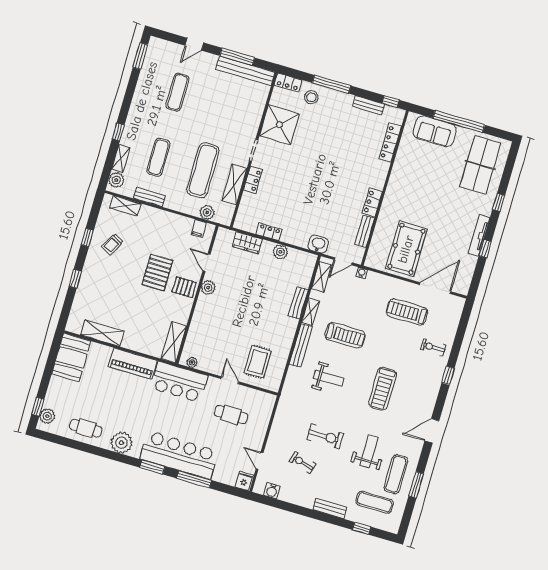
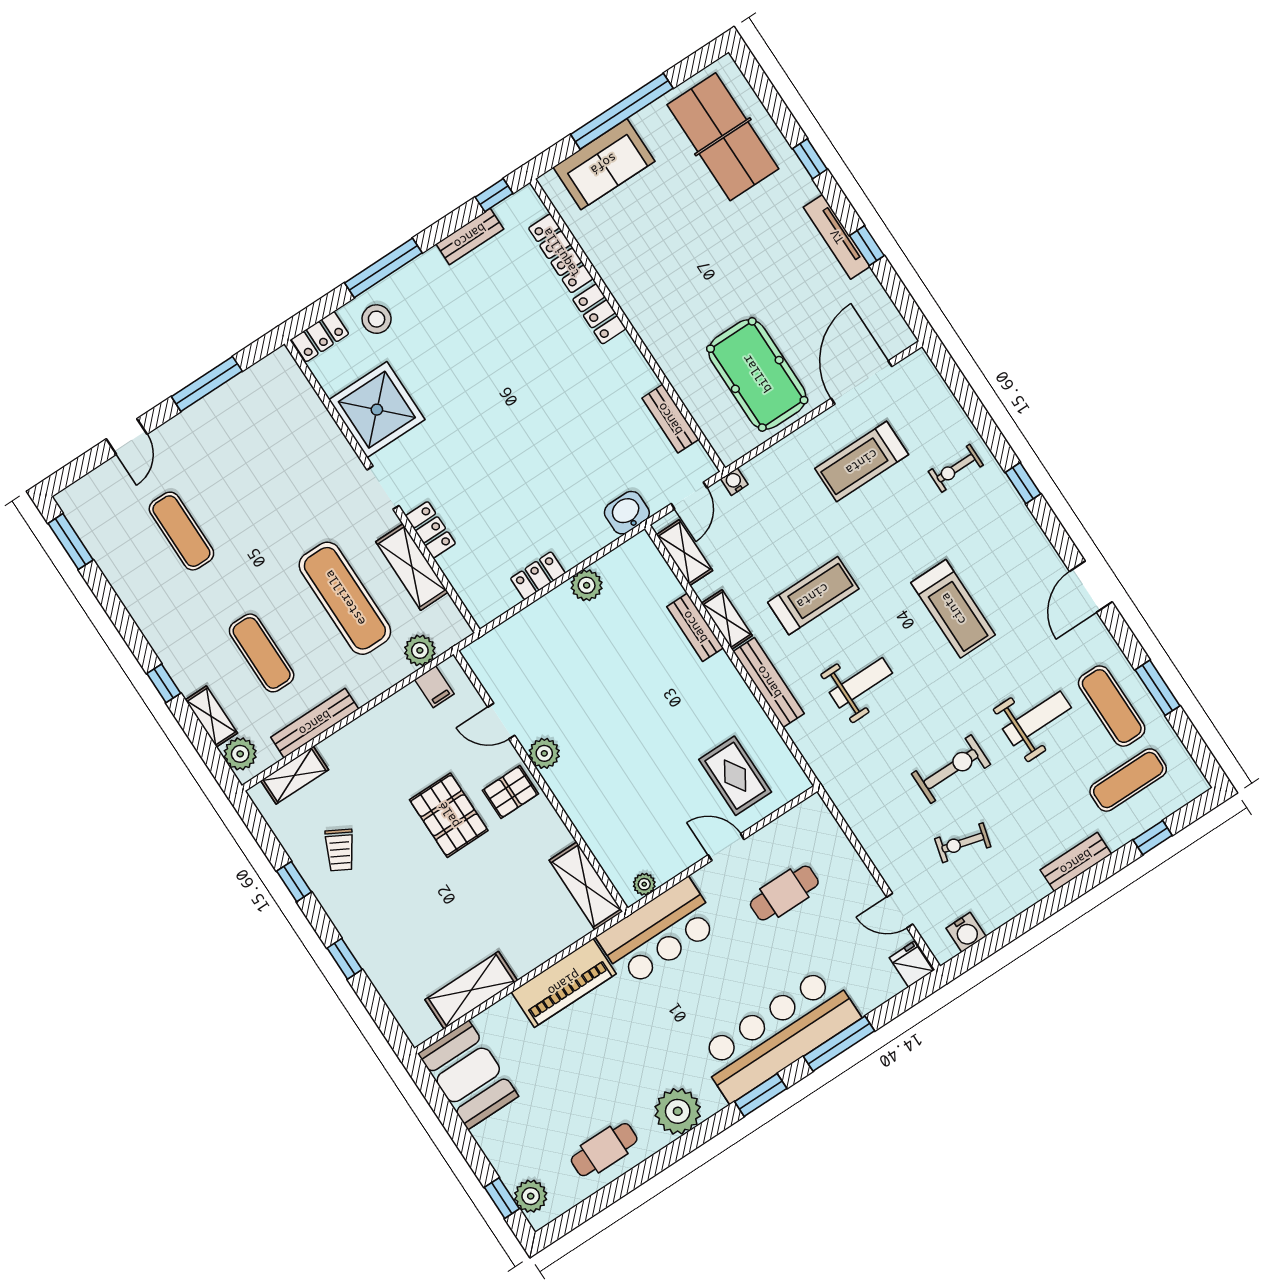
bench: (245, 71) -> (241, 390), removed
bench: (150, 197) -> (315, 723), width x1.36
locker: (372, 203) -> (599, 314), moved
wardrobe: (247, 243) -> (526, 627), removed
weight bench: (369, 451) -> (1037, 718), turned 90

